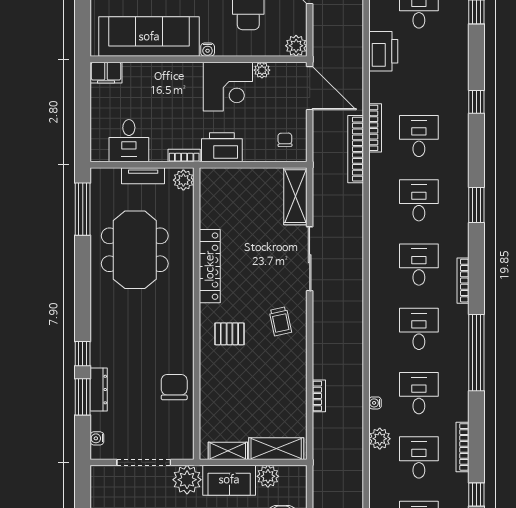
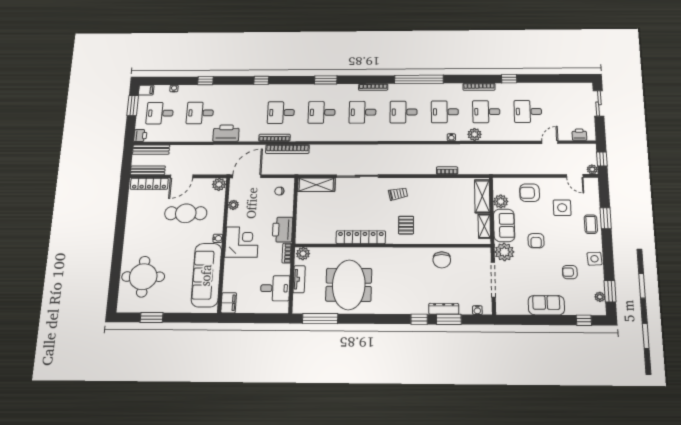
corner desk: (228, 87) -> (242, 242), moved
meeting table: (135, 250) -> (349, 285), turned 90
chair: (174, 387) -> (442, 260), turned -90

